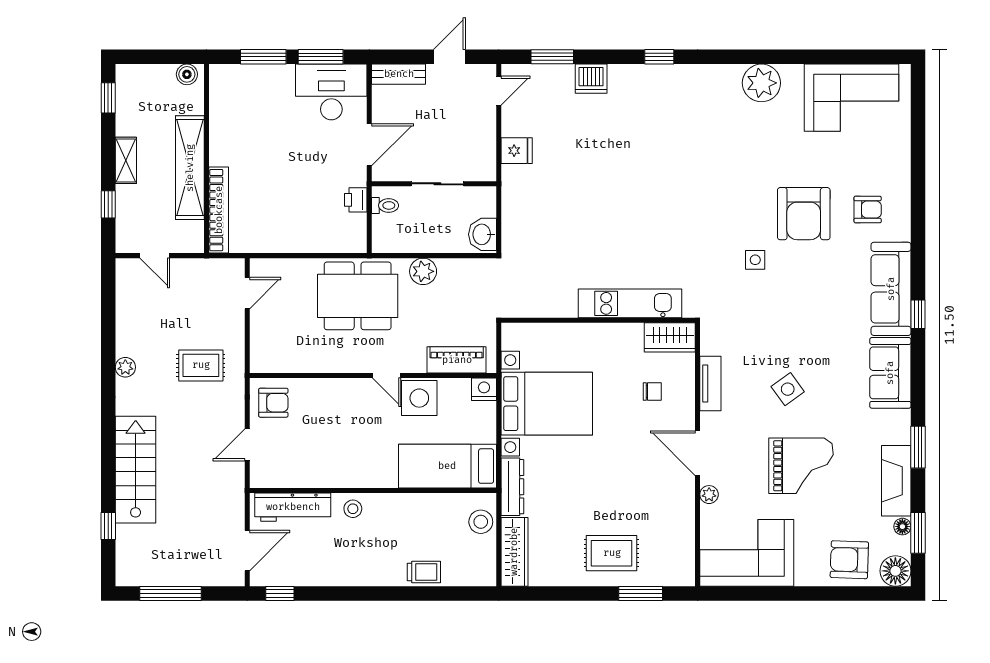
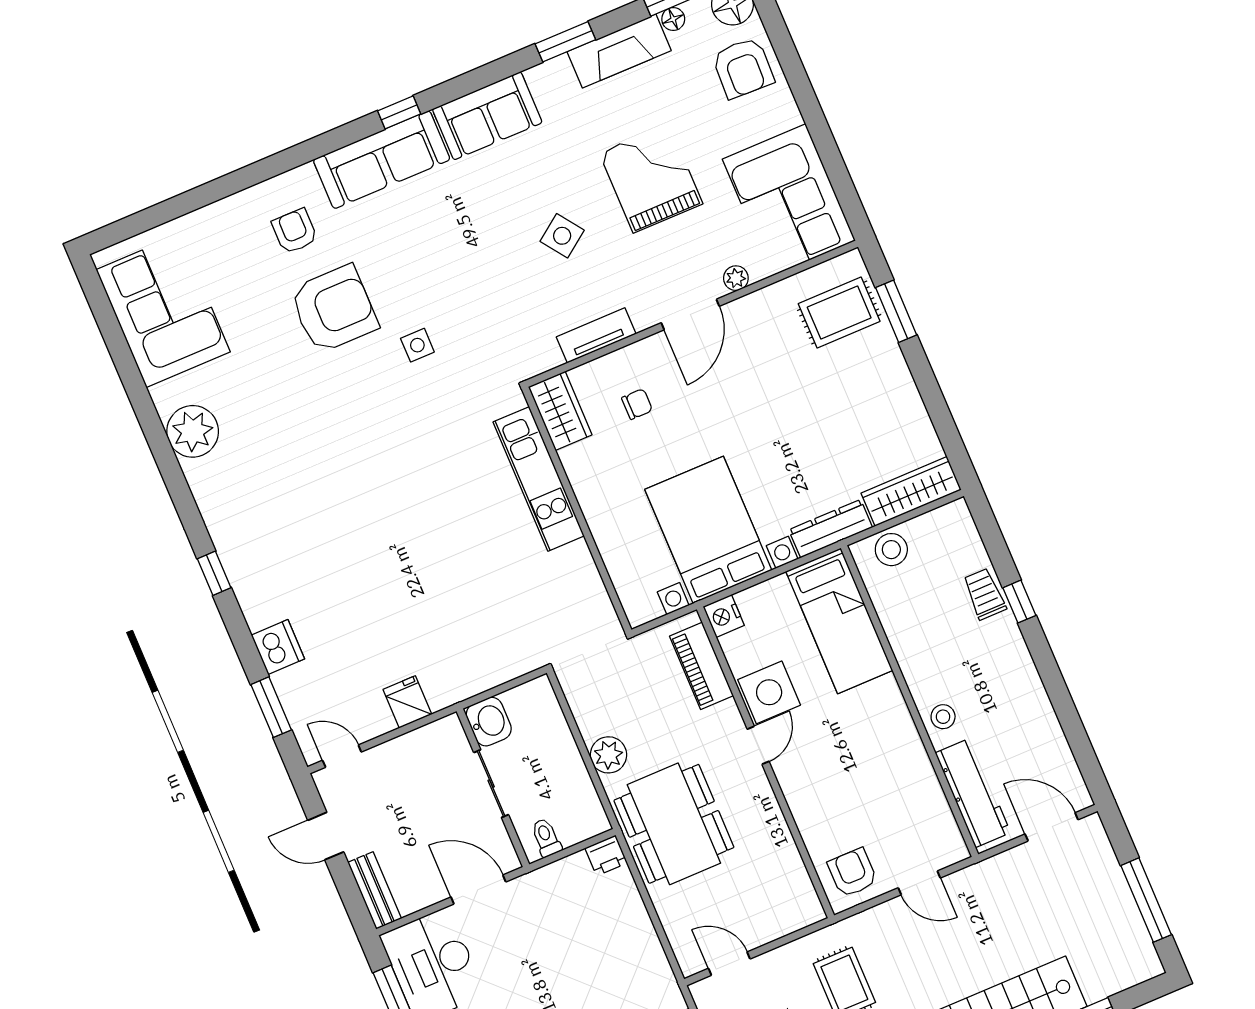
printer: (356, 200) -> (606, 855), moved
washbasin: (483, 234) -> (489, 722), moved, turned -90
chair: (652, 391) -> (637, 404), turned 90
rug: (612, 553) -> (839, 313), moved, turned 90
window: (280, 593) -> (1019, 602), moved

